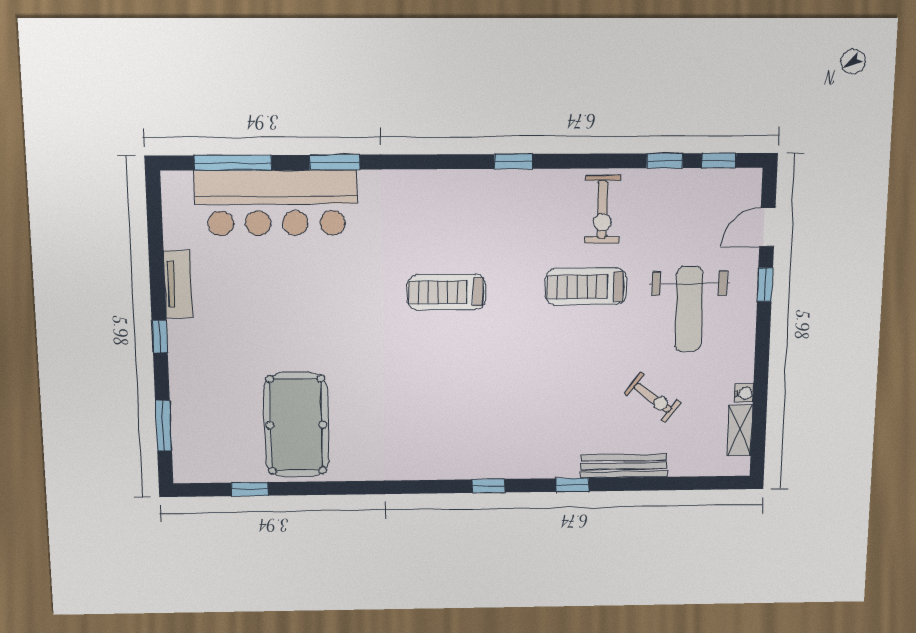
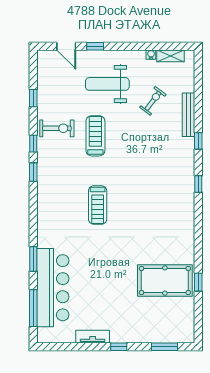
window: (719, 161) -> (33, 144), moved
treadmill: (586, 287) -> (95, 136), turned 180
weight bench: (689, 309) -> (107, 84), turned 180
window: (250, 489) -> (198, 282), moved

